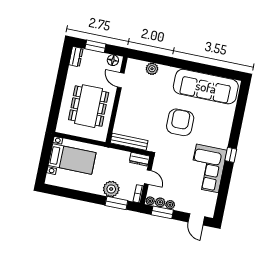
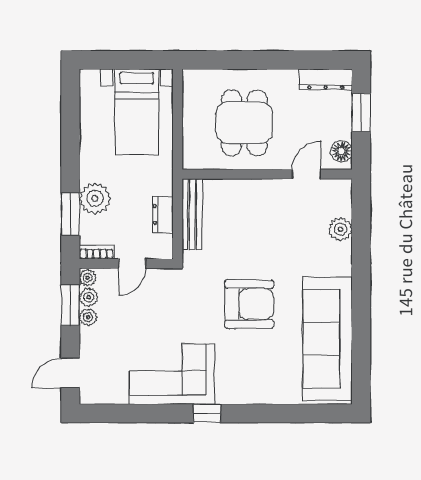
dresser: (76, 57) -> (326, 79), width x1.44
dining table: (89, 106) -> (244, 123), width x0.73
dresser: (139, 159) -> (163, 215), moved

